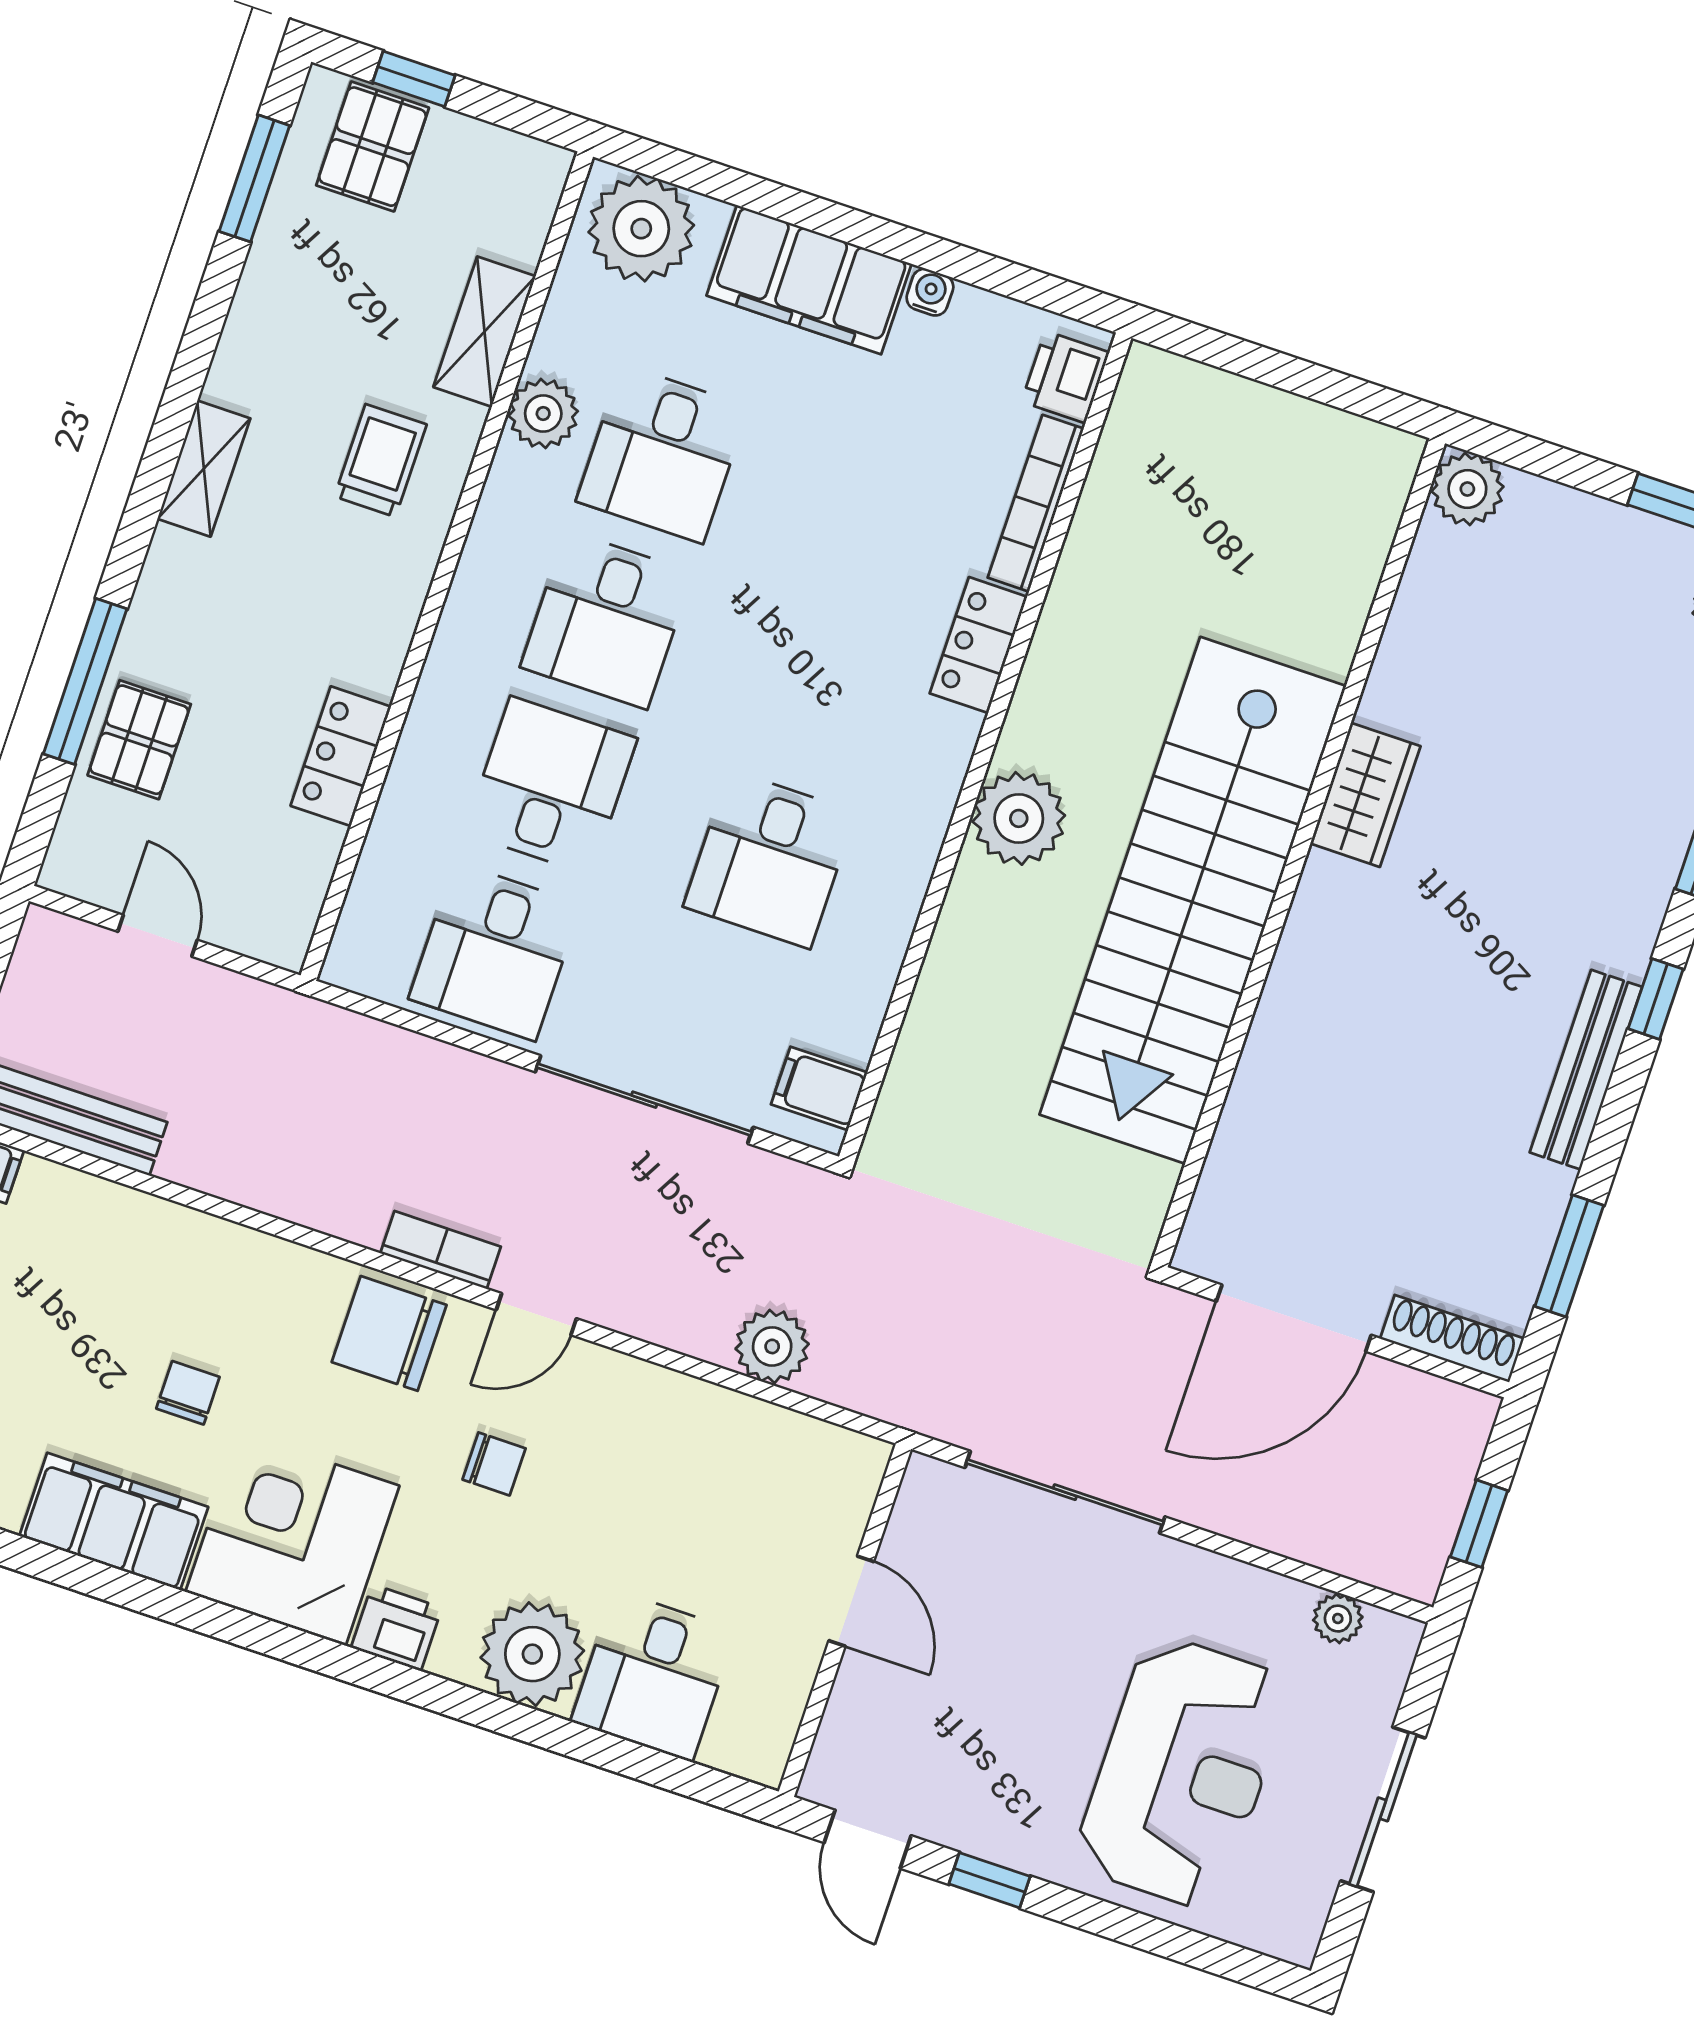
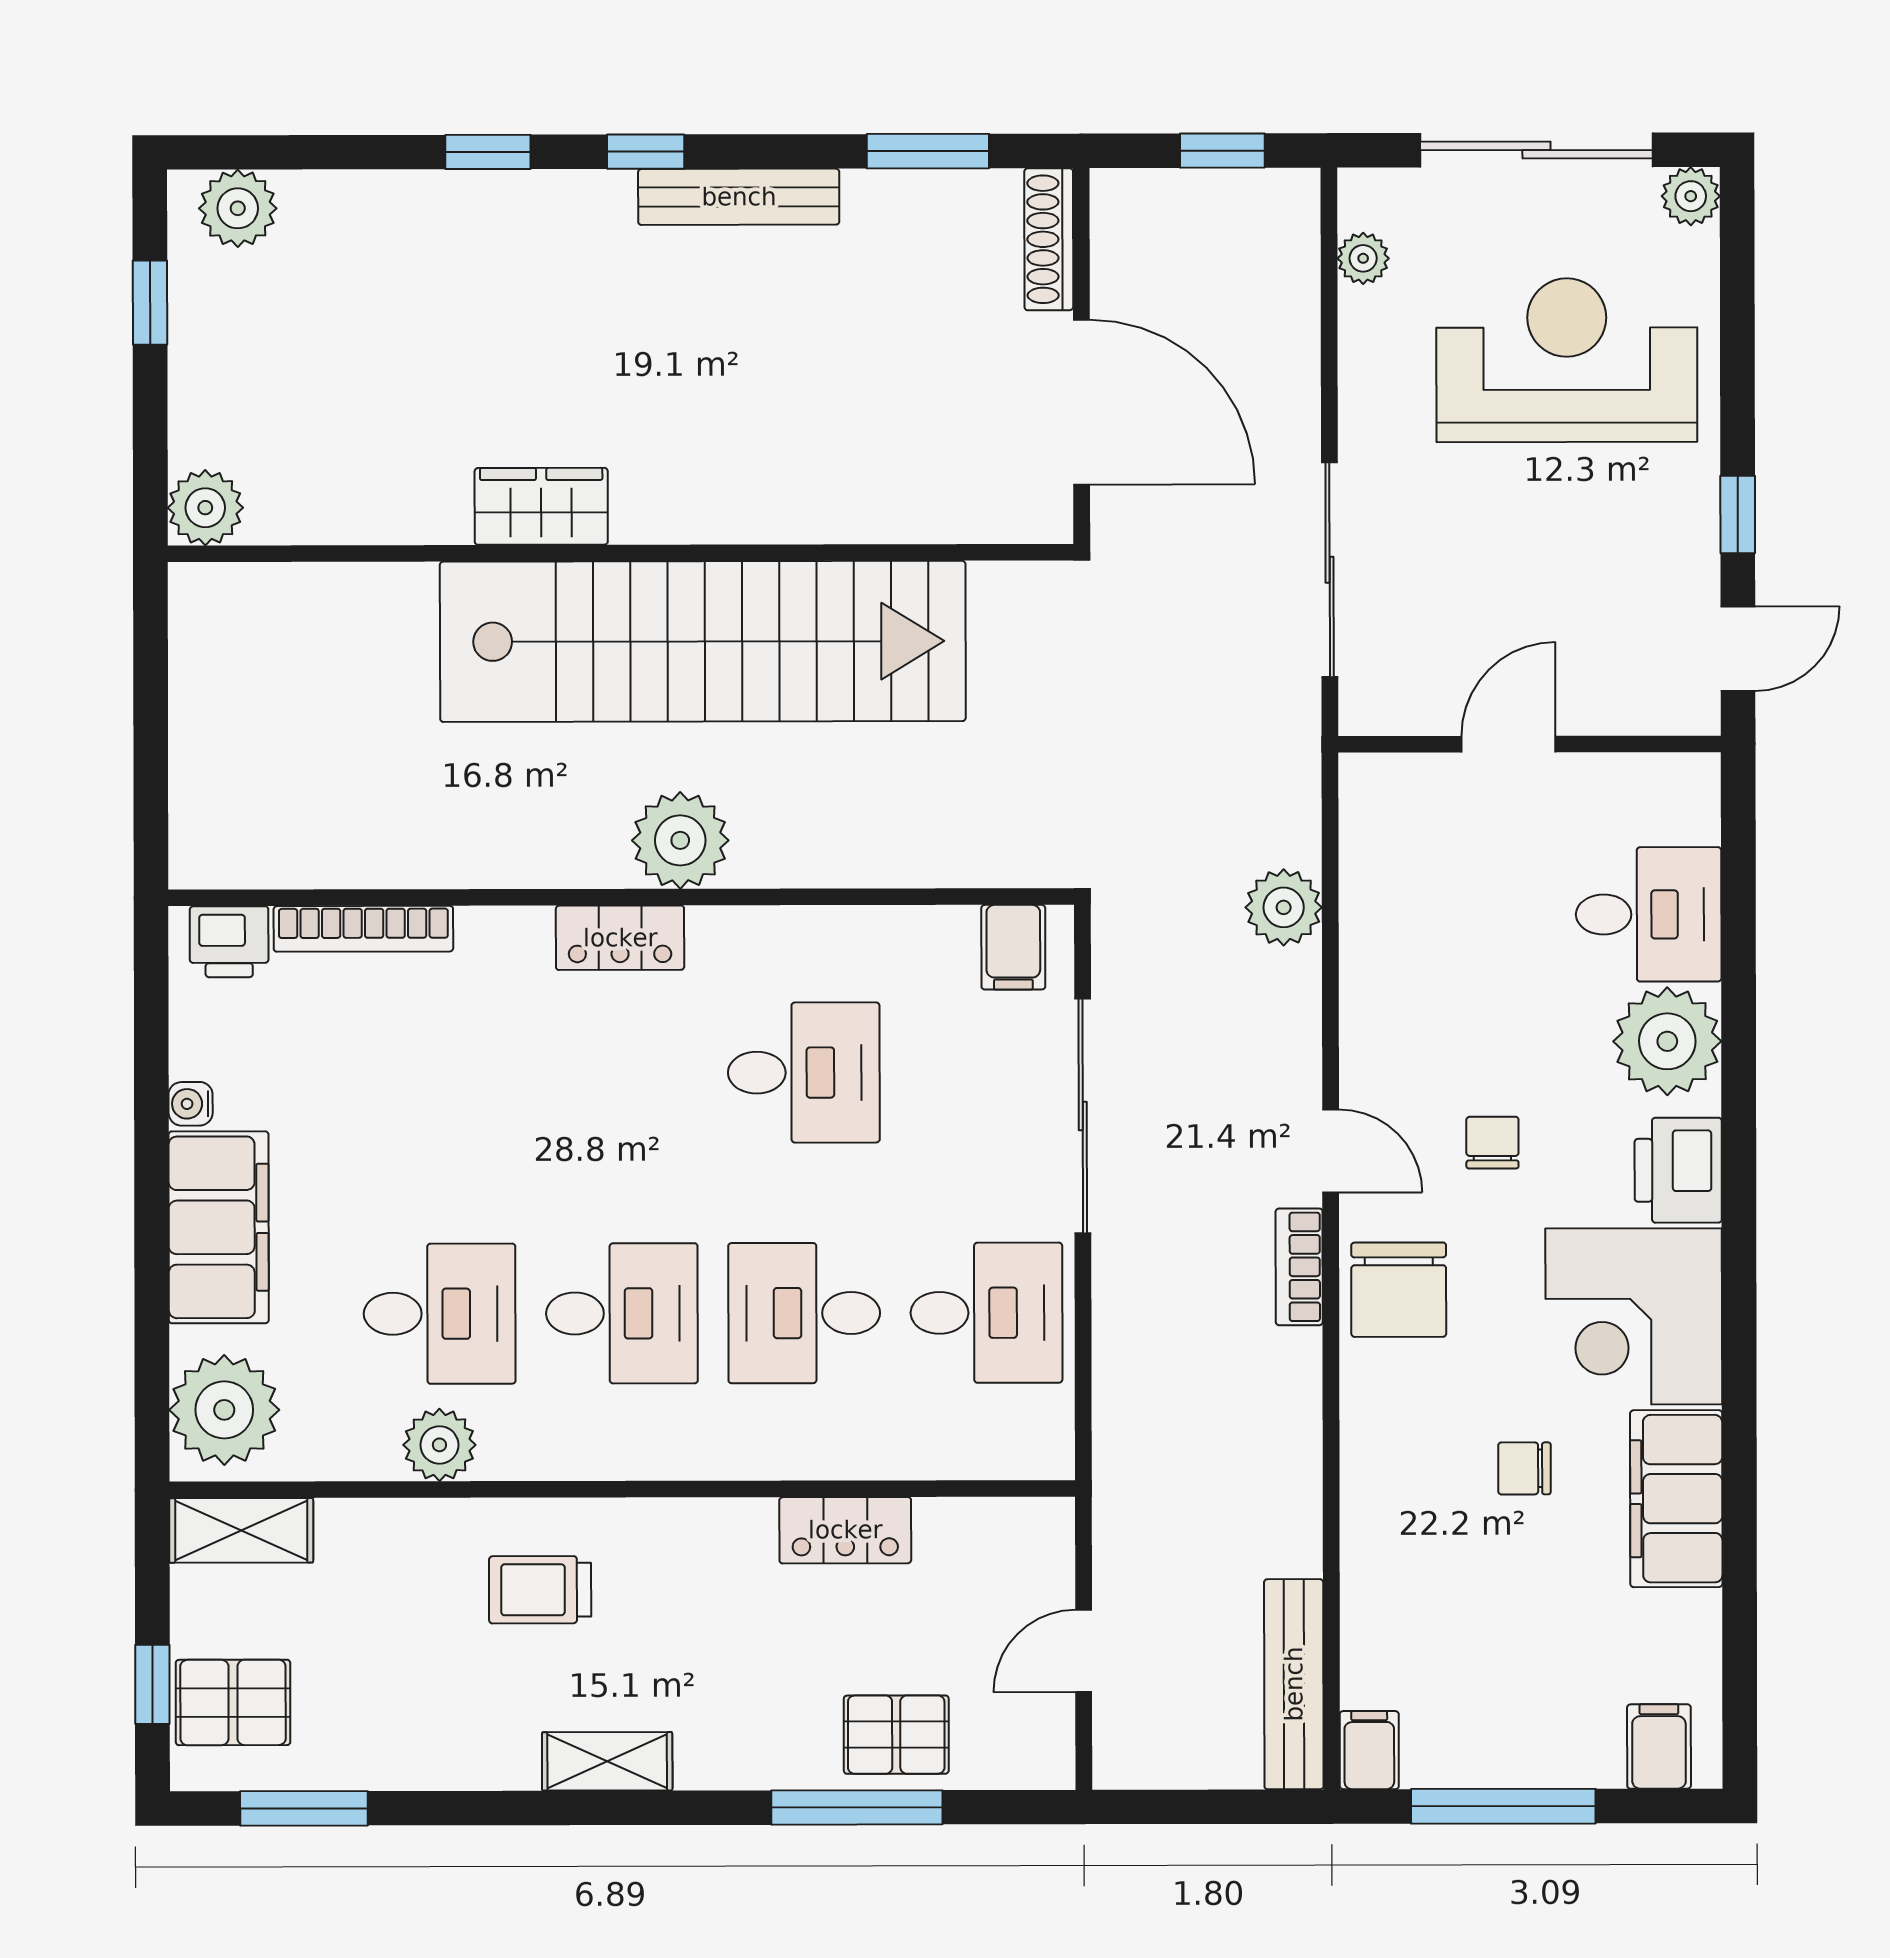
shelving: (485, 332) -> (241, 1530), moved
locker: (979, 645) -> (620, 938), moved
printer: (396, 1628) -> (1678, 1170), width x1.36, depth x1.24
sliding door: (1383, 1809) -> (1536, 150), width x1.37
plant: (1293, 1935) -> (1691, 196), added

